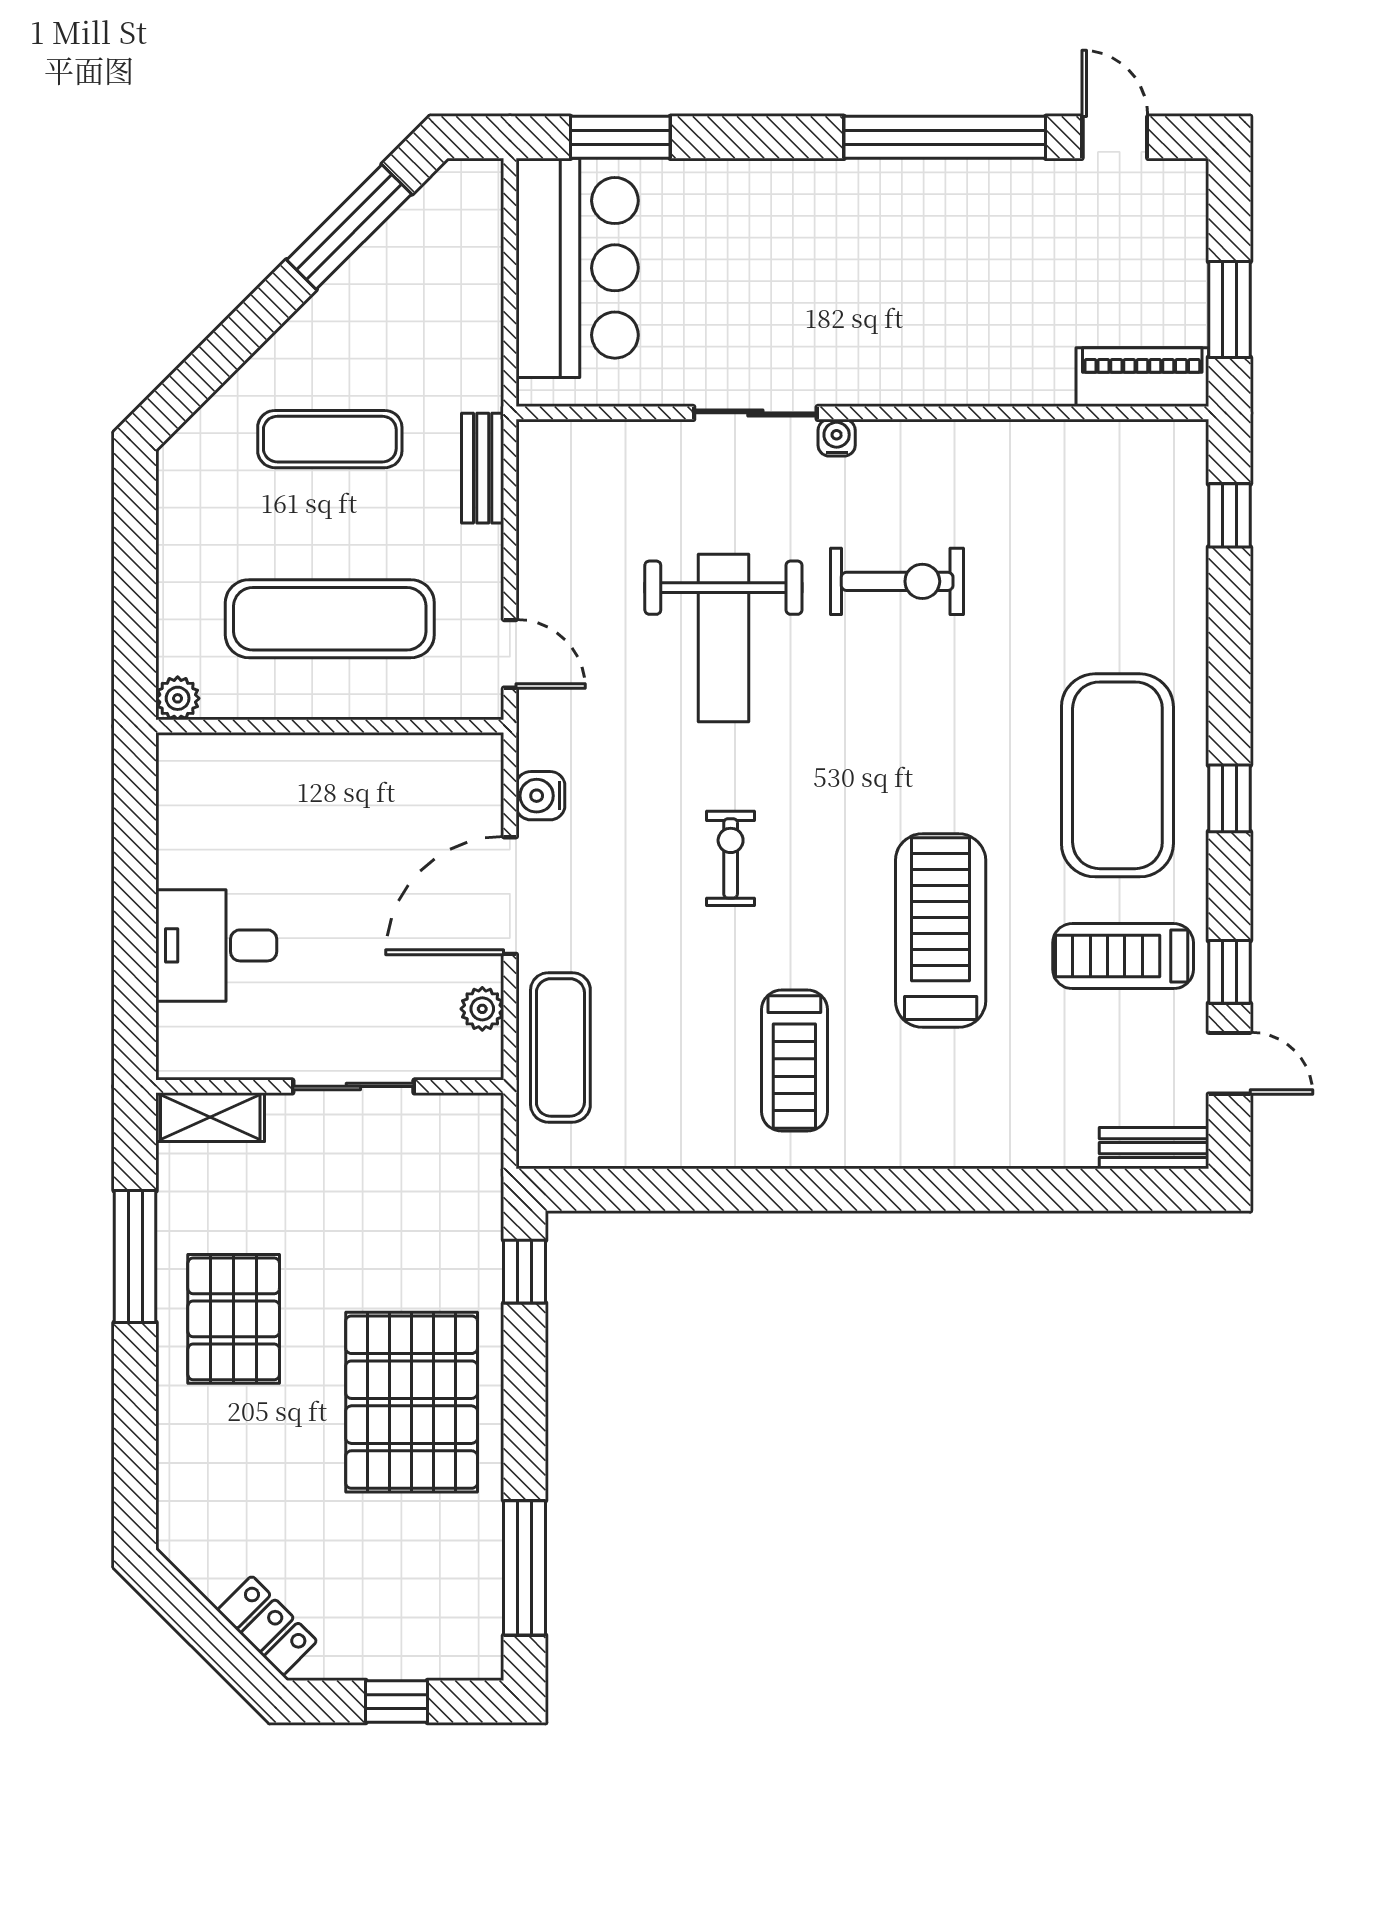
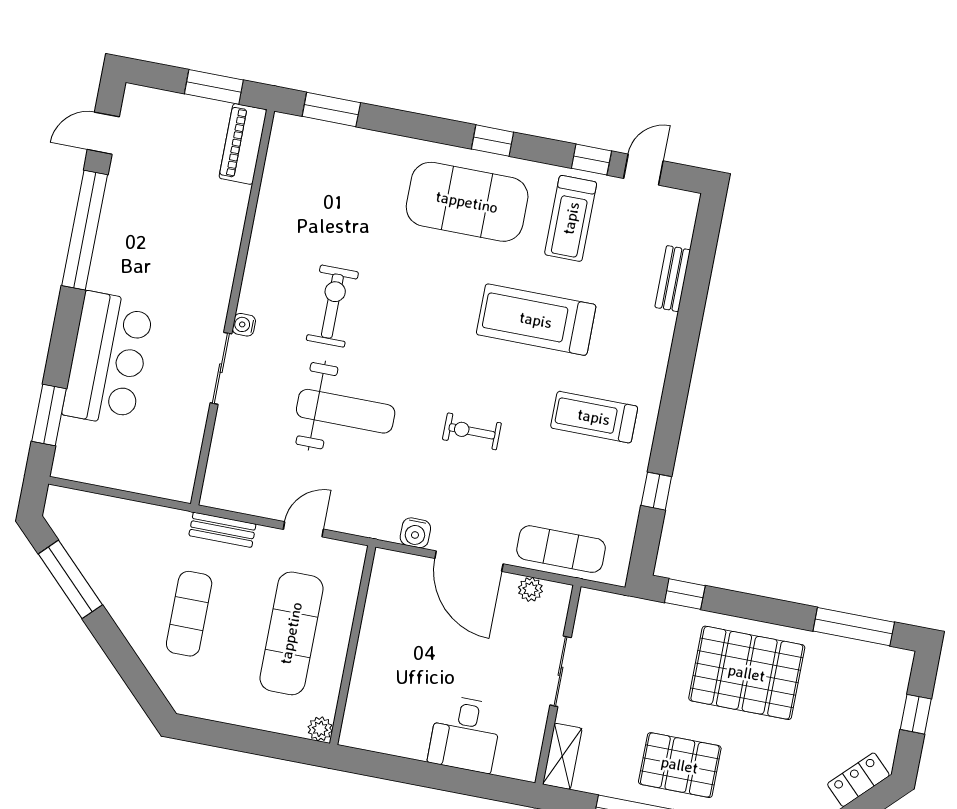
bar counter: (577, 268) -> (108, 359), moved, turned 90
window: (1229, 515) -> (331, 109), width x1.50
door: (510, 654) -> (303, 529), moved
treadmill: (794, 1061) -> (594, 417), turned 180
bench: (1154, 1148) -> (673, 279), moved
window: (689, 1190) -> (656, 491), added

